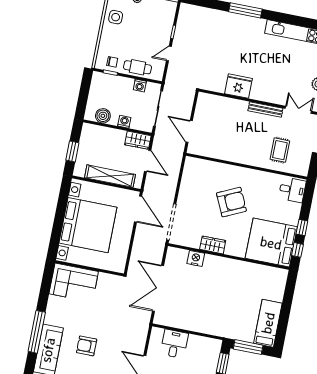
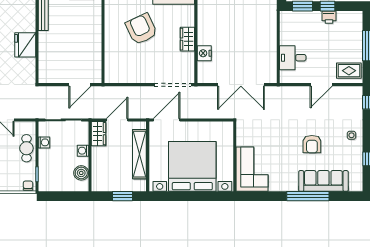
chair: (112, 62) -> (28, 186), moved

